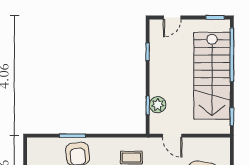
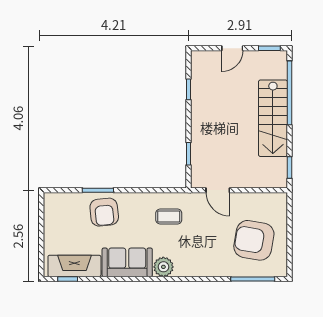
door: (172, 18) -> (232, 48), moved
stairs: (212, 76) -> (273, 118), width x0.73, depth x0.66
plant: (158, 105) -> (200, 153), removed

